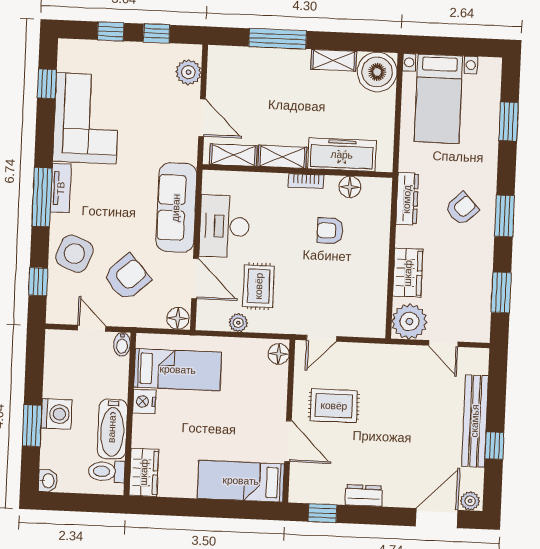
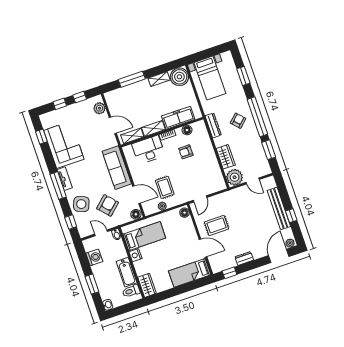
window: (504, 216) -> (257, 117), width x2.11
desk: (224, 226) -> (148, 150), moved, turned 90
washing machine: (56, 414) -> (94, 257), moved

